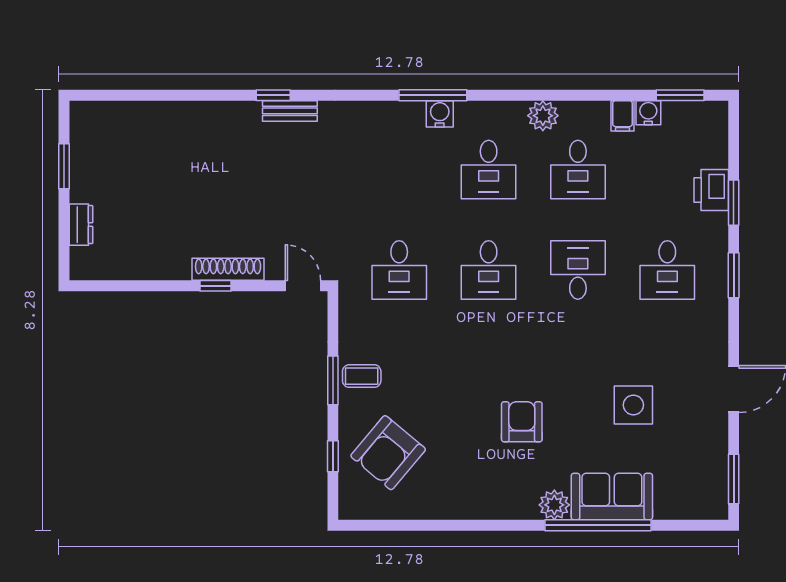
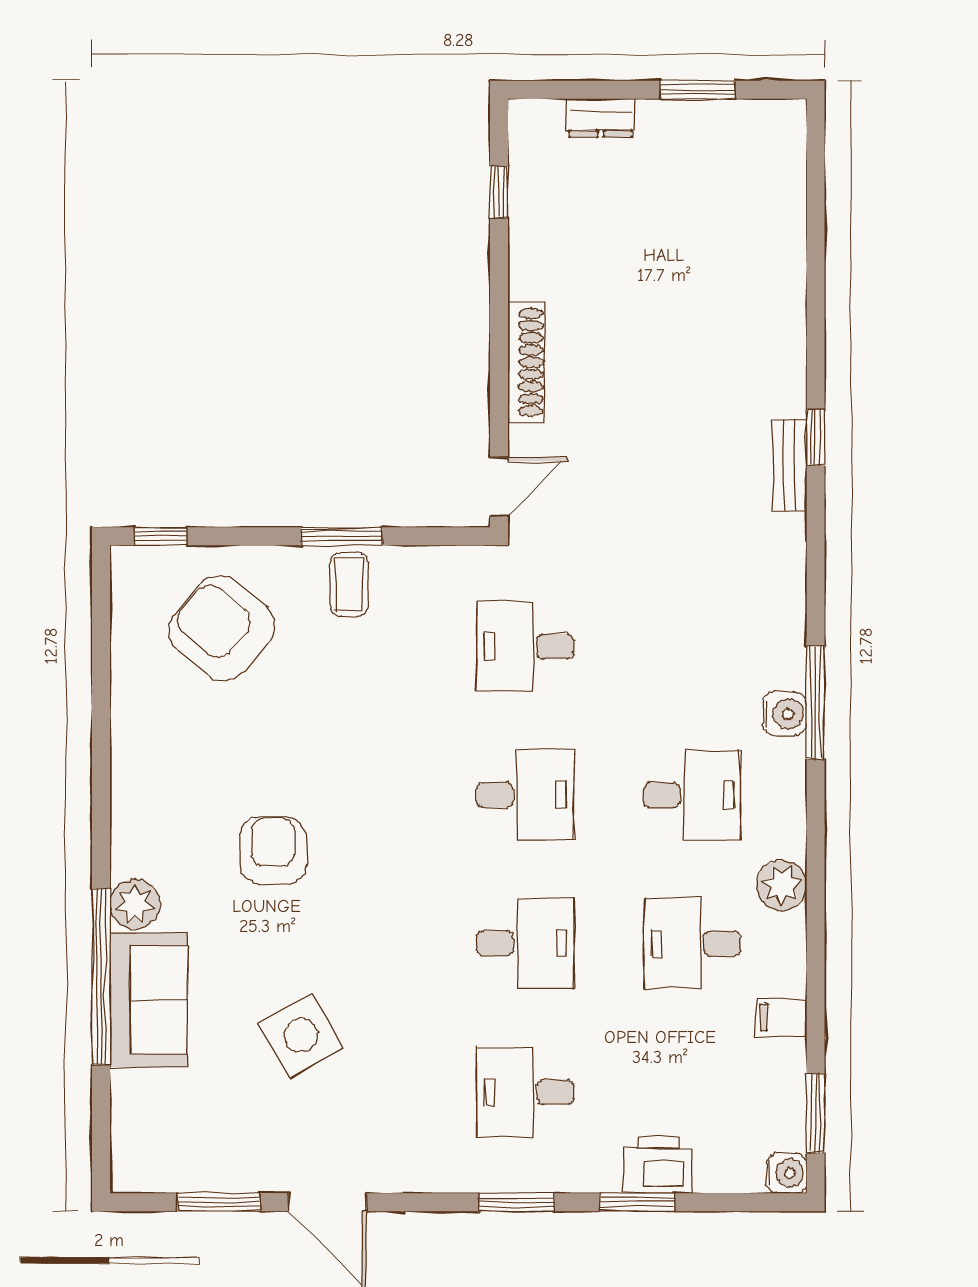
water cooler: (648, 113) -> (786, 1173), moved
desk: (489, 169) -> (692, 795), turned 180
desk: (489, 270) -> (525, 795), turned 180
window: (215, 286) -> (499, 192), moved
side table: (633, 405) -> (301, 1036), turned -30
armchair: (522, 422) -> (273, 850), turned -90
window: (333, 456) -> (161, 536), moved
window: (734, 479) -> (219, 1202), moved

